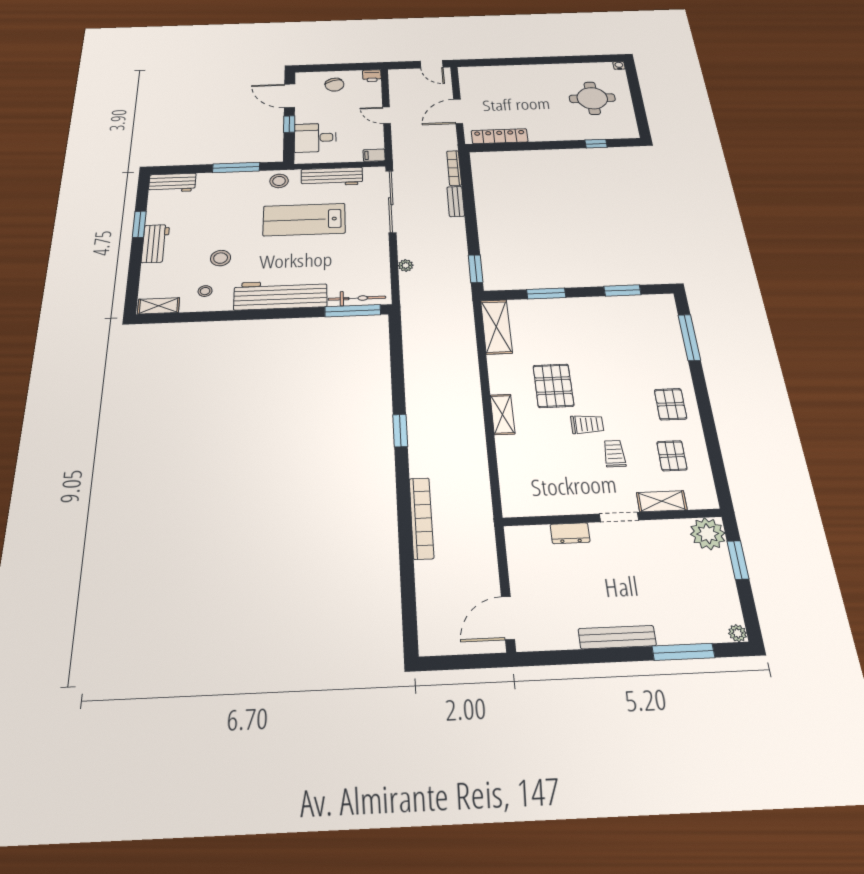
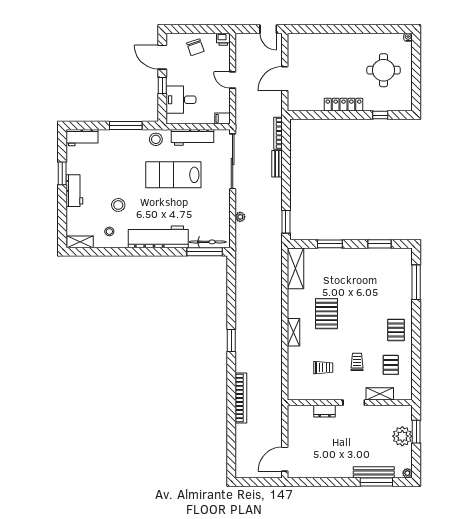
locker: (500, 136) -> (344, 105), moved
trolley: (587, 424) -> (323, 368), moved
plant: (708, 534) -> (402, 436), moved
bench: (617, 637) -> (374, 472), moved

